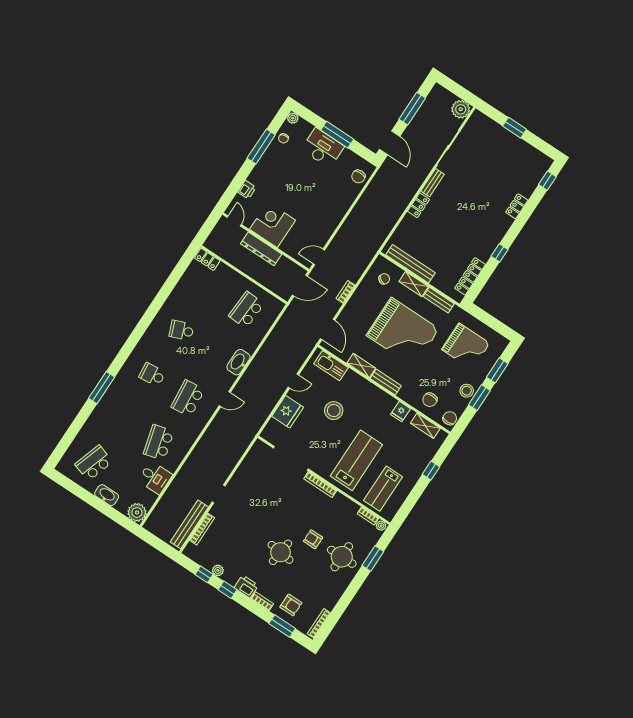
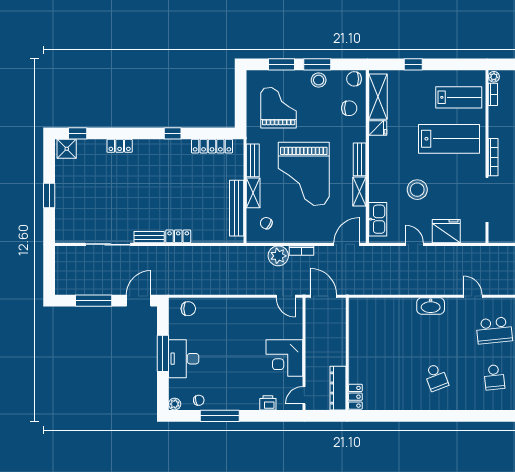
plant: (461, 109) -> (278, 256), moved
shower: (541, 165) -> (67, 149), added
dresser: (261, 249) -> (338, 388), moved, turned 180
school desk: (246, 310) -> (378, 330), removed
grand piano: (403, 332) -> (304, 174), turned 180
shelving: (425, 426) -> (378, 97), width x1.50, depth x1.33
lab bench: (356, 460) -> (449, 139), turned 180

